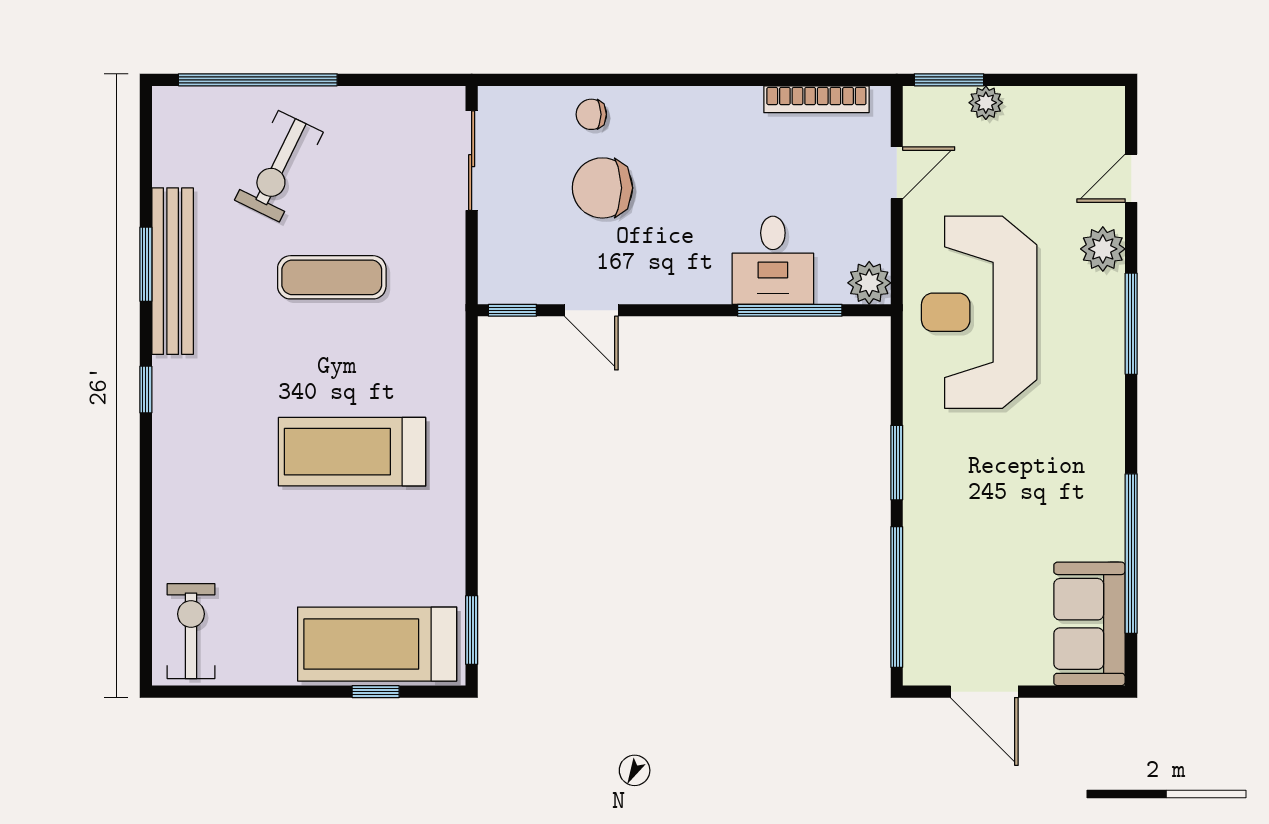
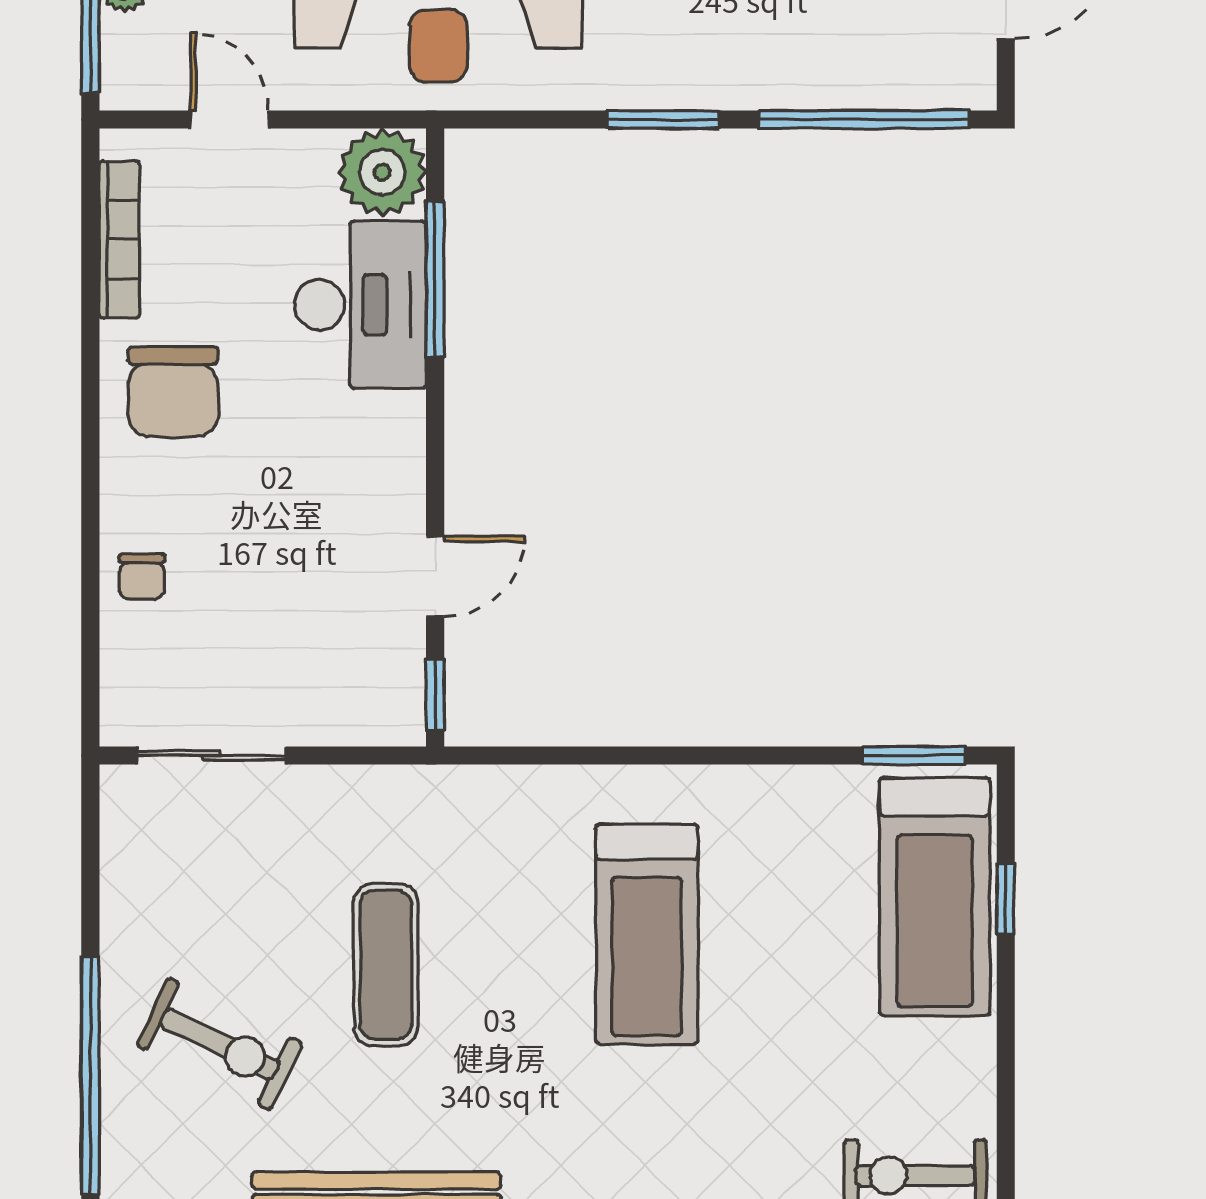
chair: (602, 188) -> (173, 392), moved
desk: (773, 260) -> (360, 305), width x1.37
plant: (869, 283) -> (382, 172), width x1.36, depth x1.36

